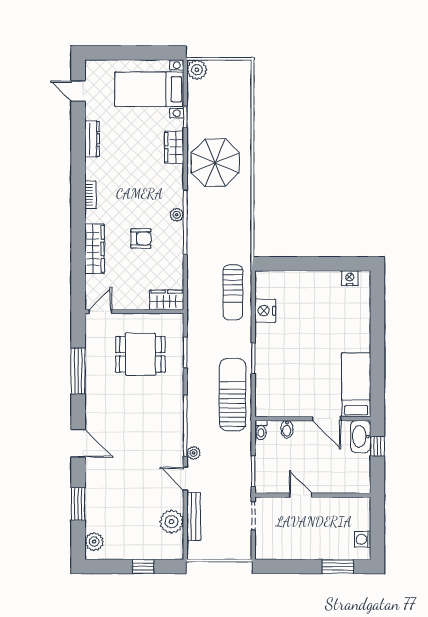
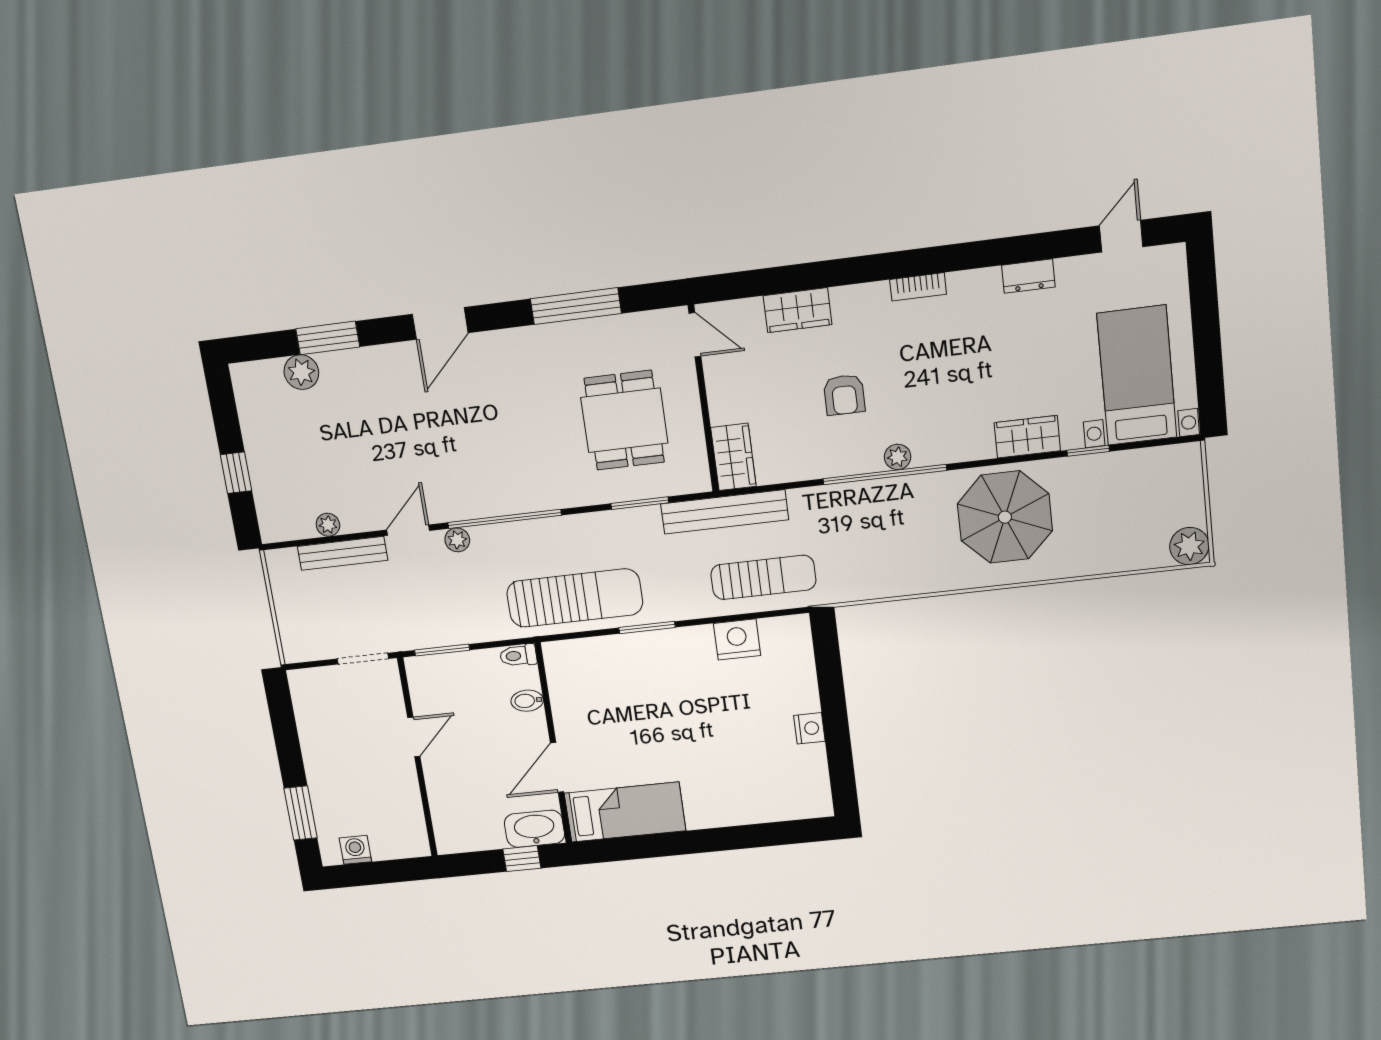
plant: (197, 70) -> (1189, 546), moved
dresser: (92, 139) -> (1028, 276), width x0.70
wardrobe: (95, 249) -> (798, 310), width x0.67
nightstand: (350, 278) -> (809, 728), moved
sun lounger: (233, 292) -> (763, 577), turned 180
bench: (195, 308) -> (725, 512), added
plant: (172, 522) -> (328, 525), width x0.53, depth x0.53
plant: (94, 542) -> (301, 372), moved

